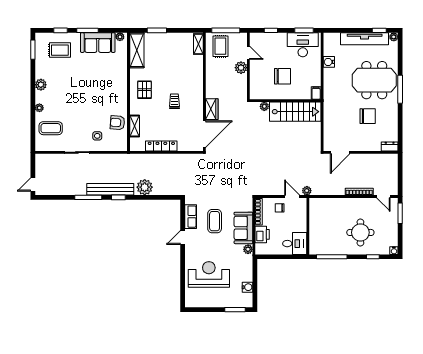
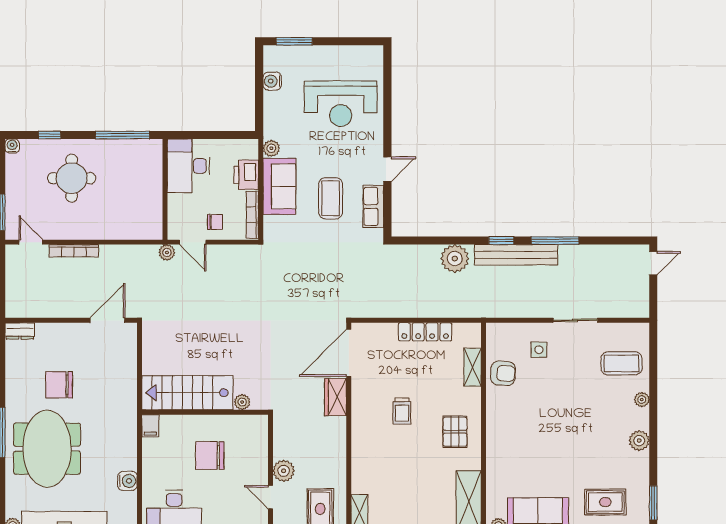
meeting table: (374, 80) -> (47, 449), turned 90
desk: (295, 244) -> (188, 166), width x1.37

